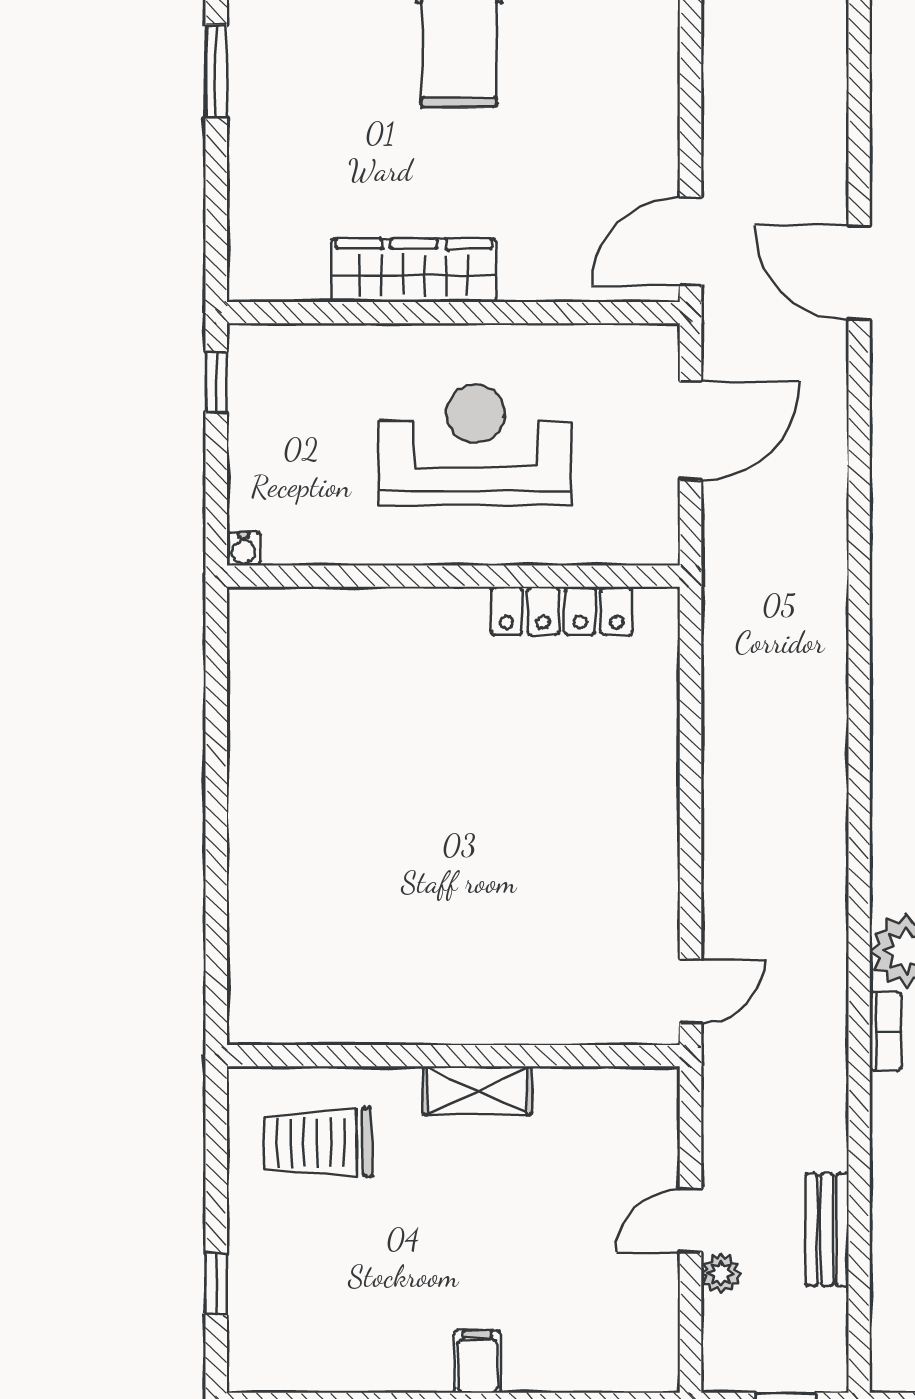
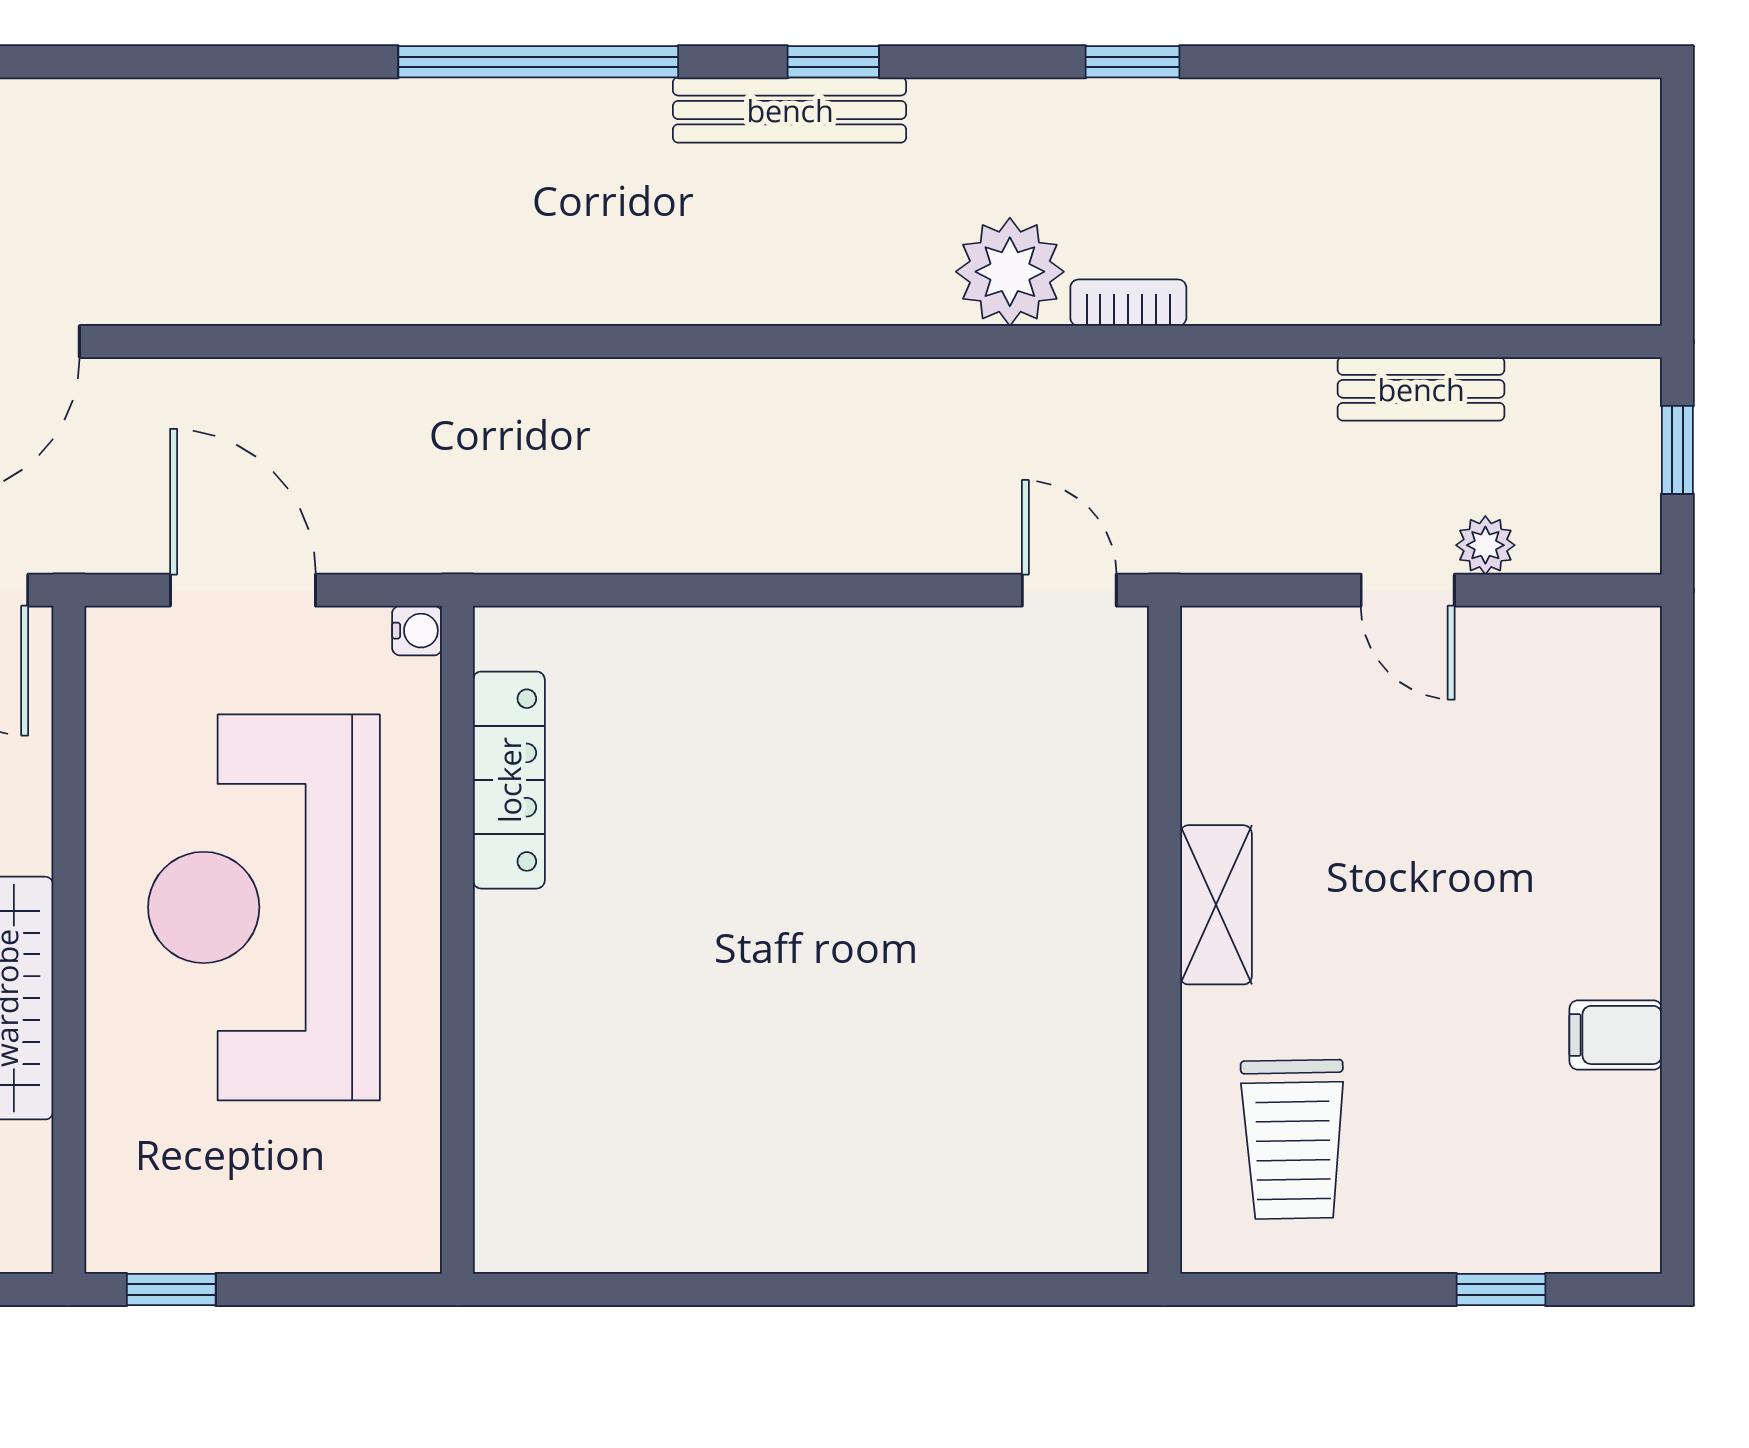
reception desk: (475, 445) -> (264, 907), width x1.36, depth x1.30
water cooler: (244, 549) -> (417, 631), moved
filing cabinet: (478, 1362) -> (1616, 1035), moved

